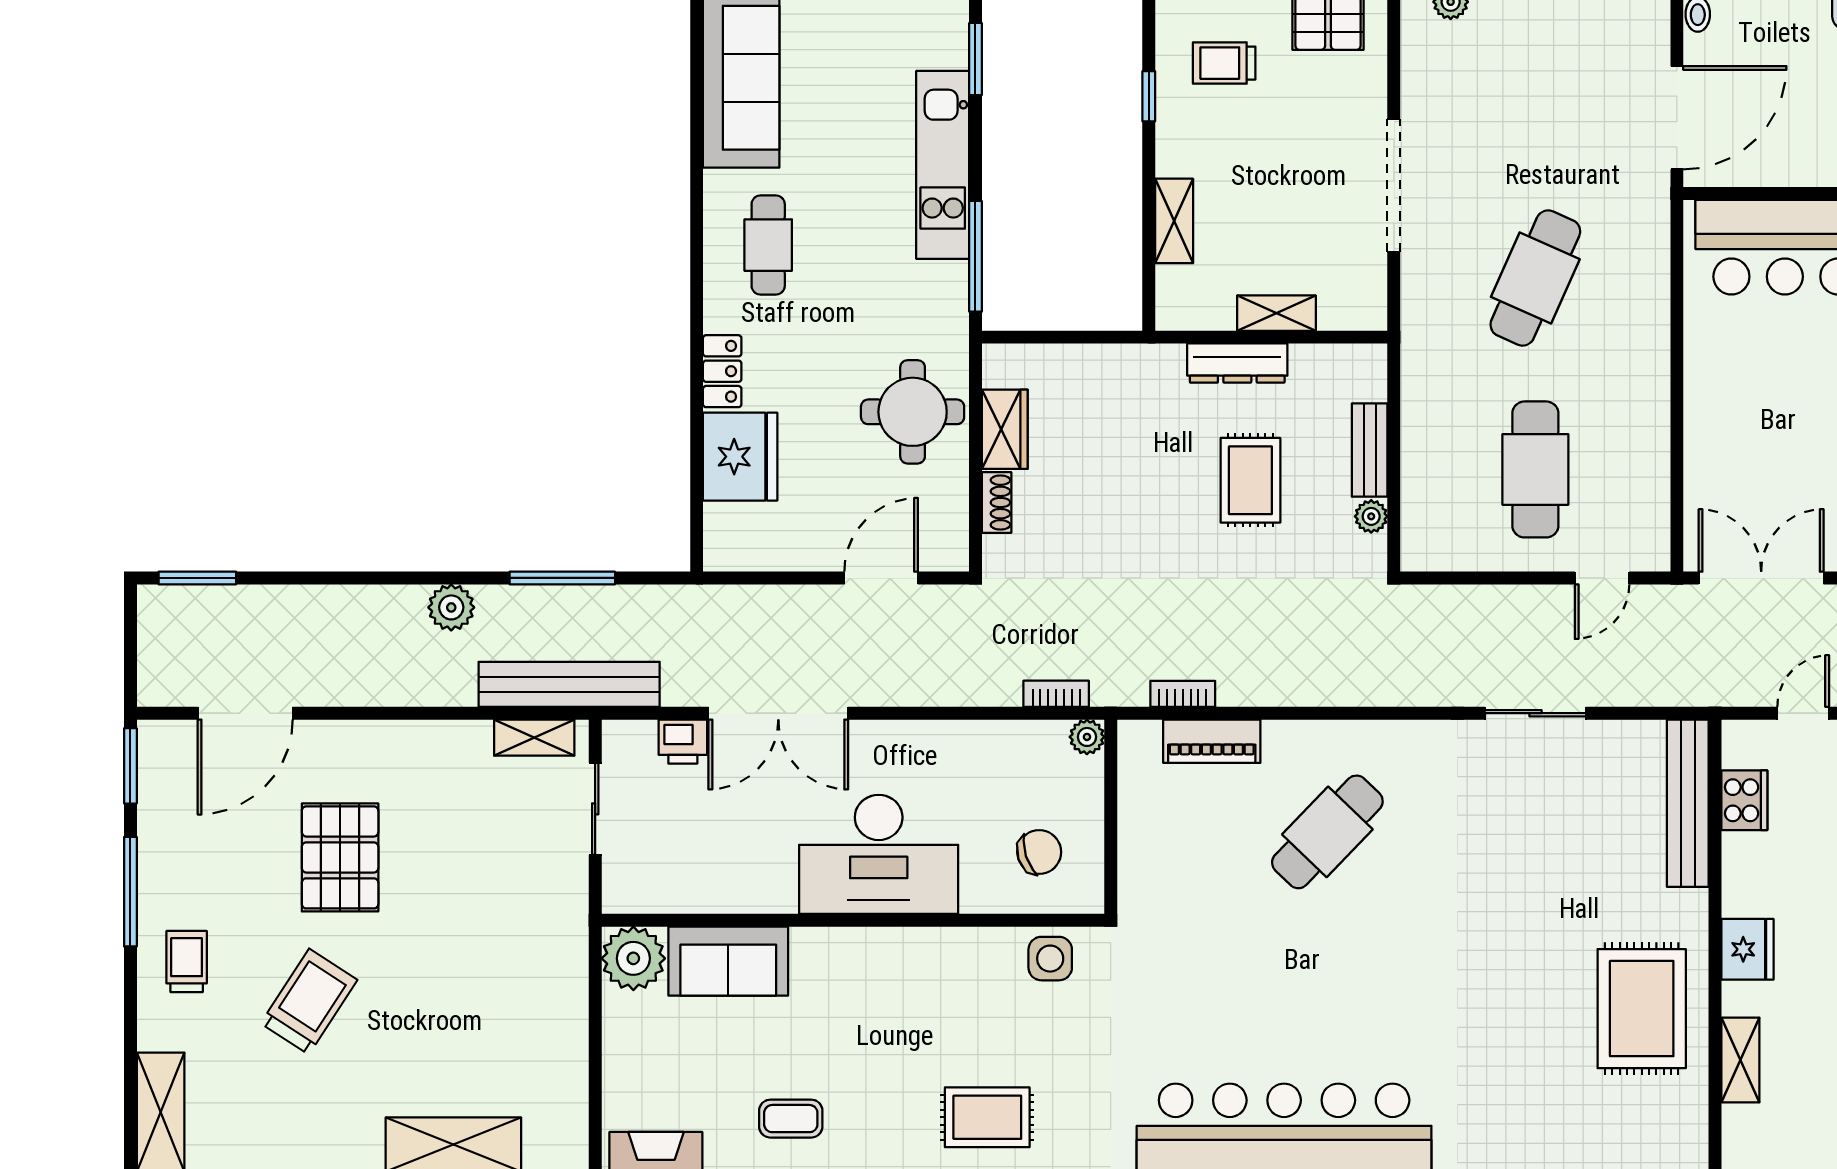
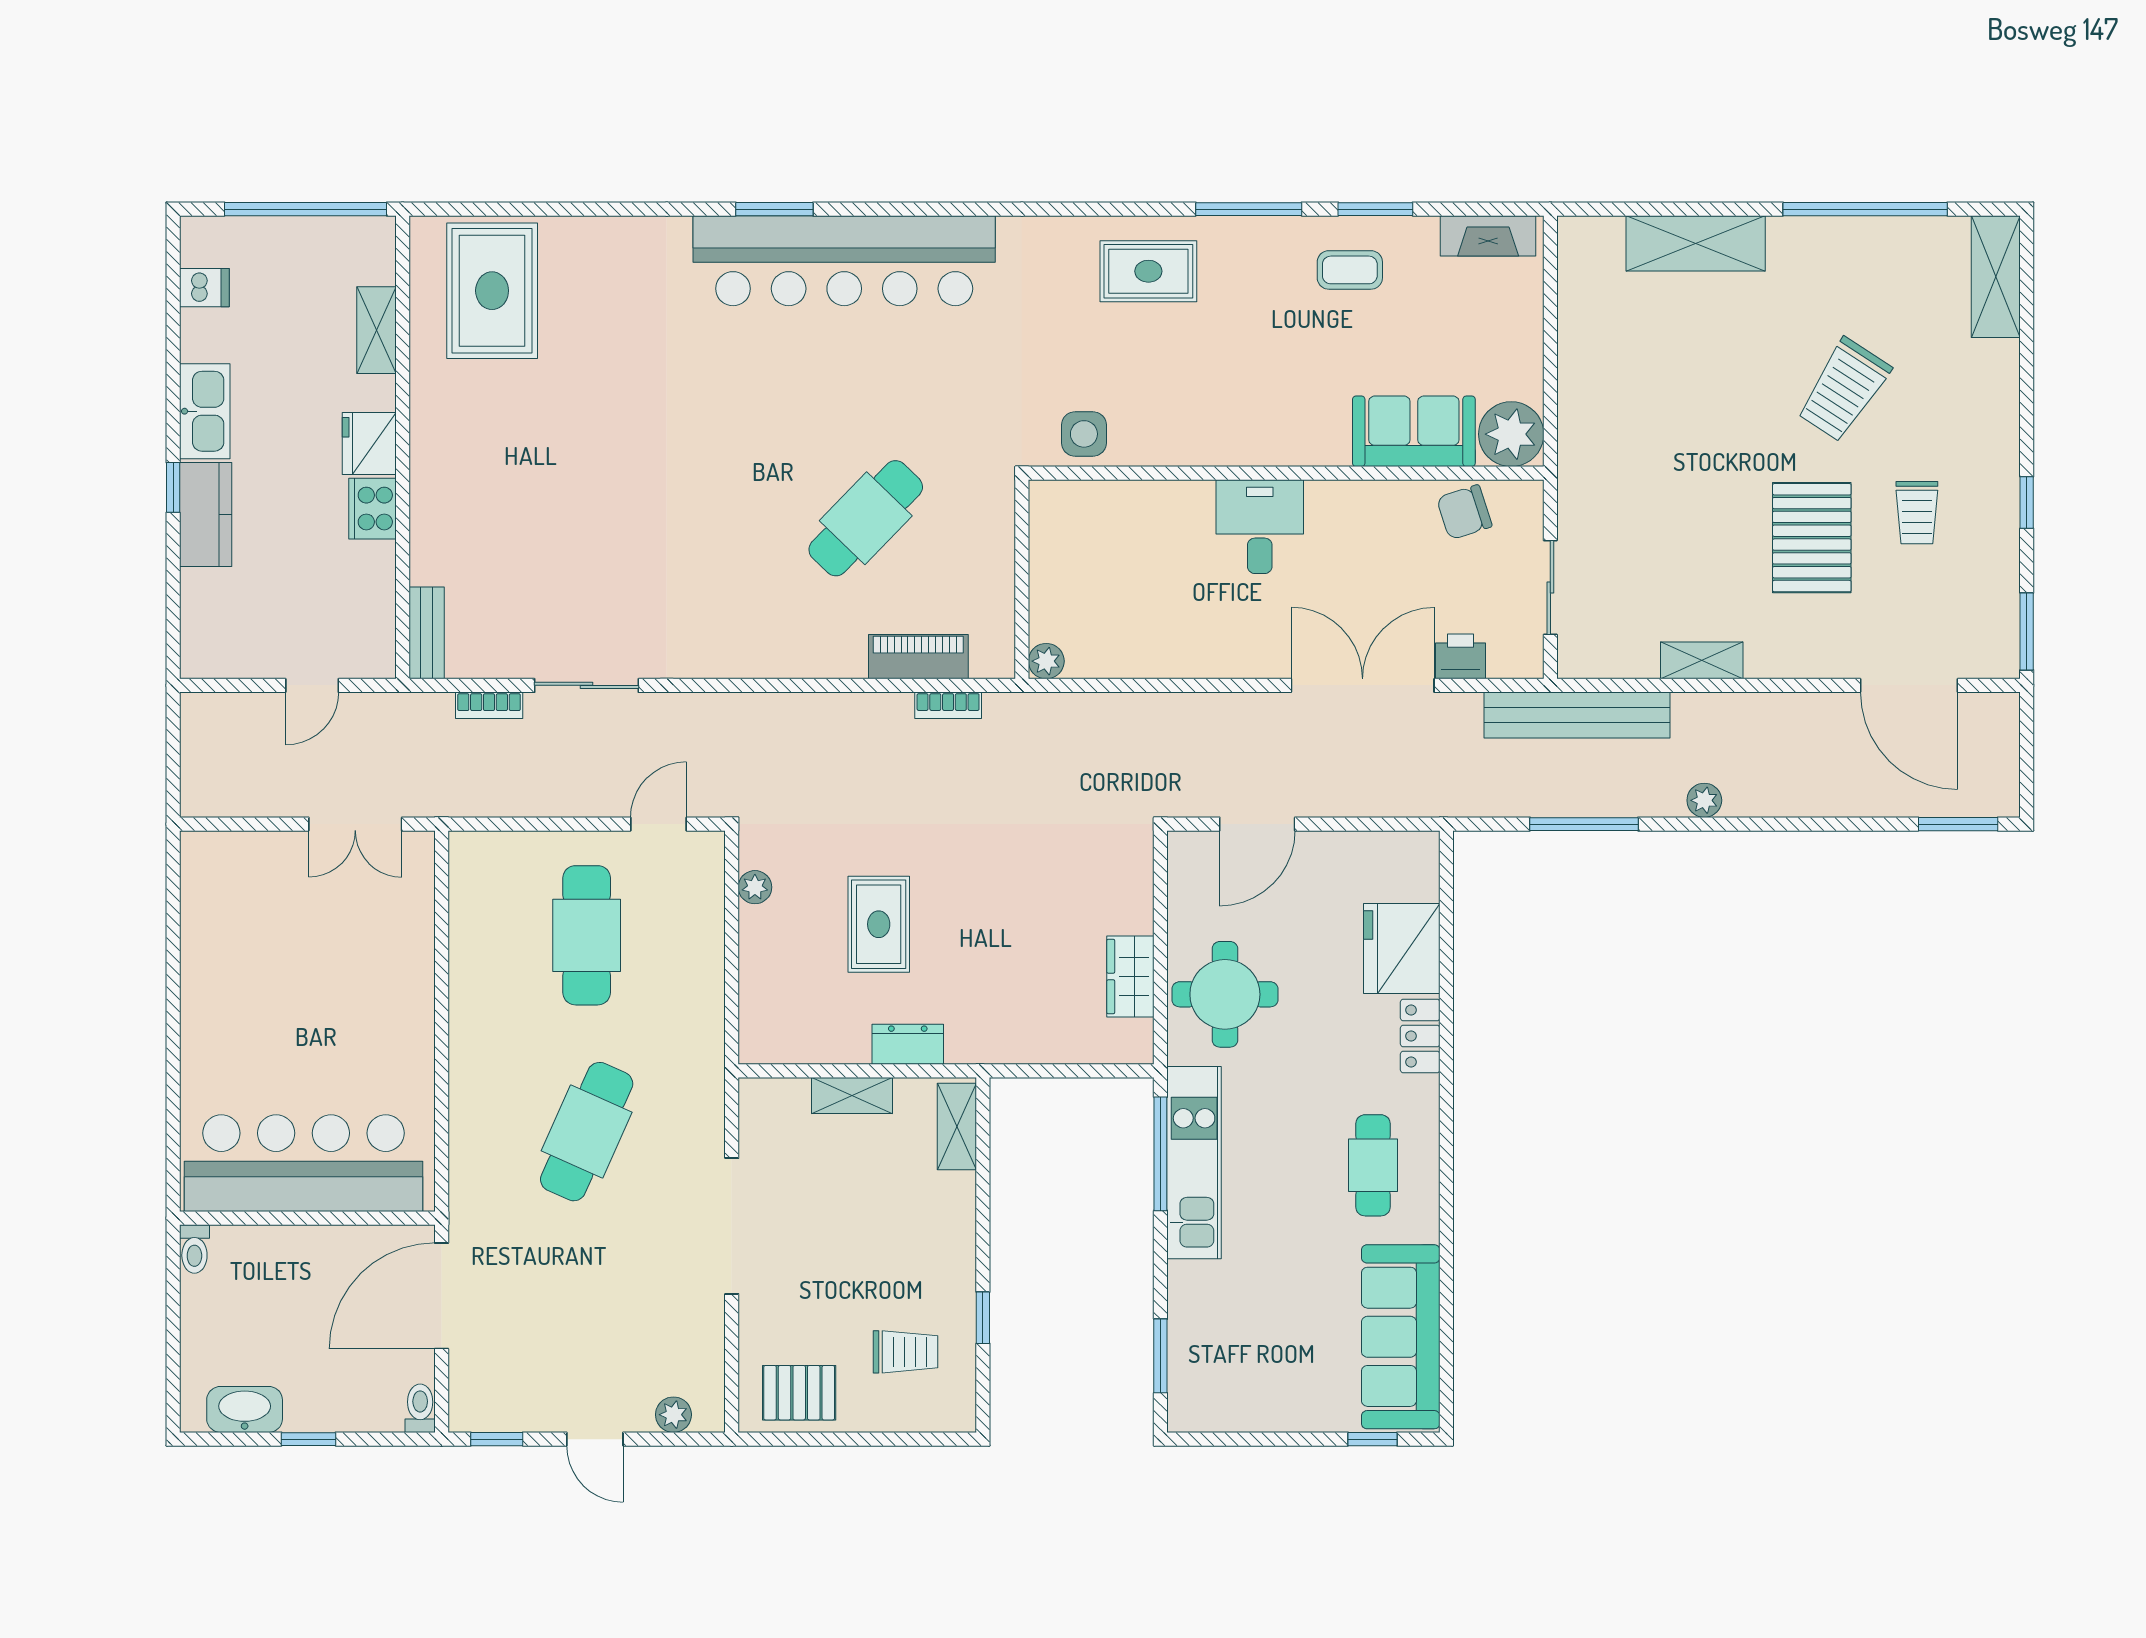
kitchen unit: (943, 165) -> (1194, 1163), moved
shelving: (1174, 221) -> (957, 1126), moved
dresser: (1237, 363) -> (908, 1044), width x0.70
bench: (1370, 450) -> (756, 955), removed
shoe rack: (997, 503) -> (1139, 901), removed
door: (1602, 578) -> (659, 824), moved
double door: (1761, 578) -> (355, 824), width x0.73
plant: (451, 607) -> (1704, 800), width x0.73, depth x0.73
bookcase: (1056, 694) -> (489, 705), moved
door: (245, 713) -> (1909, 685), swing flipped
shelving: (534, 738) -> (1702, 660), moved
cooker: (1744, 800) -> (372, 509), moved
bench: (1688, 803) -> (427, 633), width x0.54, depth x0.82
cafe table: (1327, 832) -> (866, 518), moved
chair: (1039, 852) -> (1464, 512), moved
desk: (879, 854) -> (1260, 527), width x0.53, depth x0.77
window: (130, 892) -> (2027, 502), width x0.46
trolley: (187, 961) -> (1917, 513), moved
rug: (1642, 1009) -> (492, 291), moved

